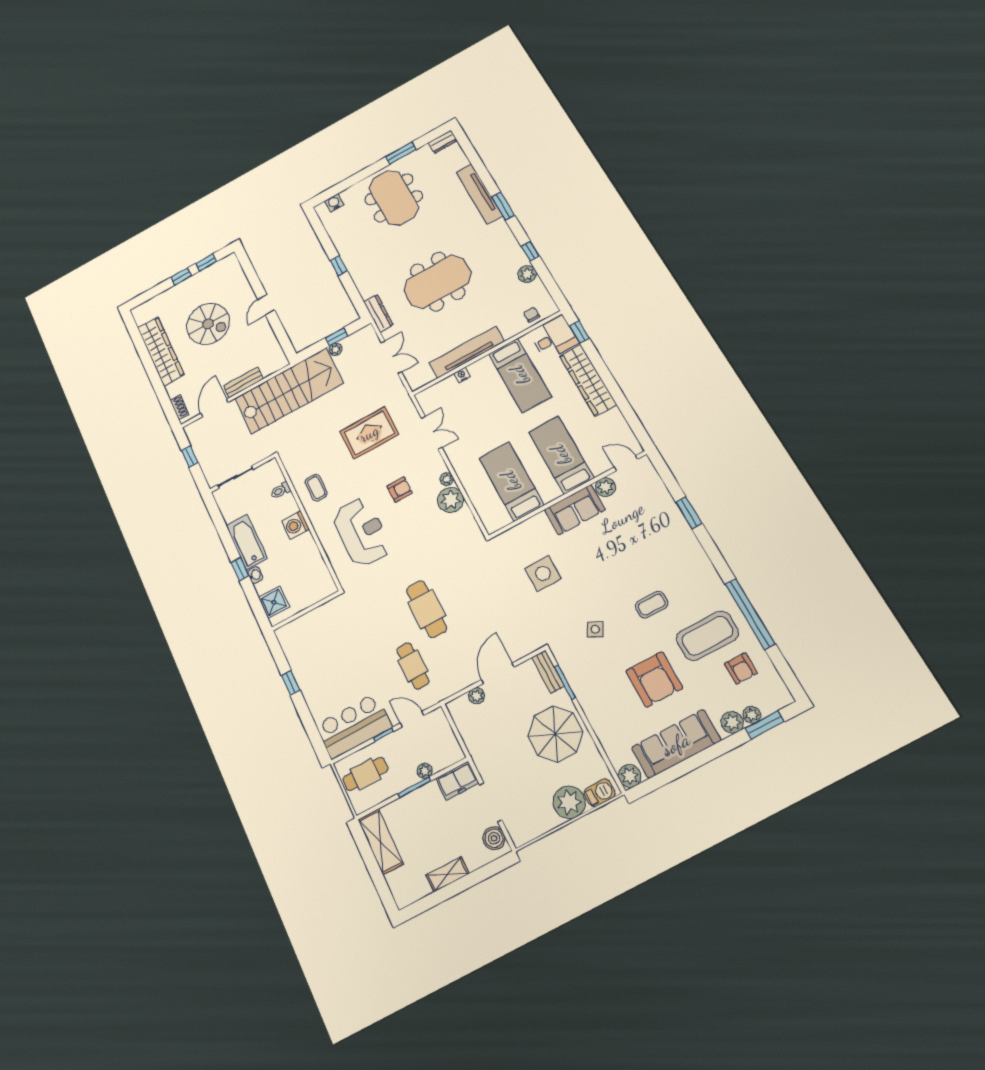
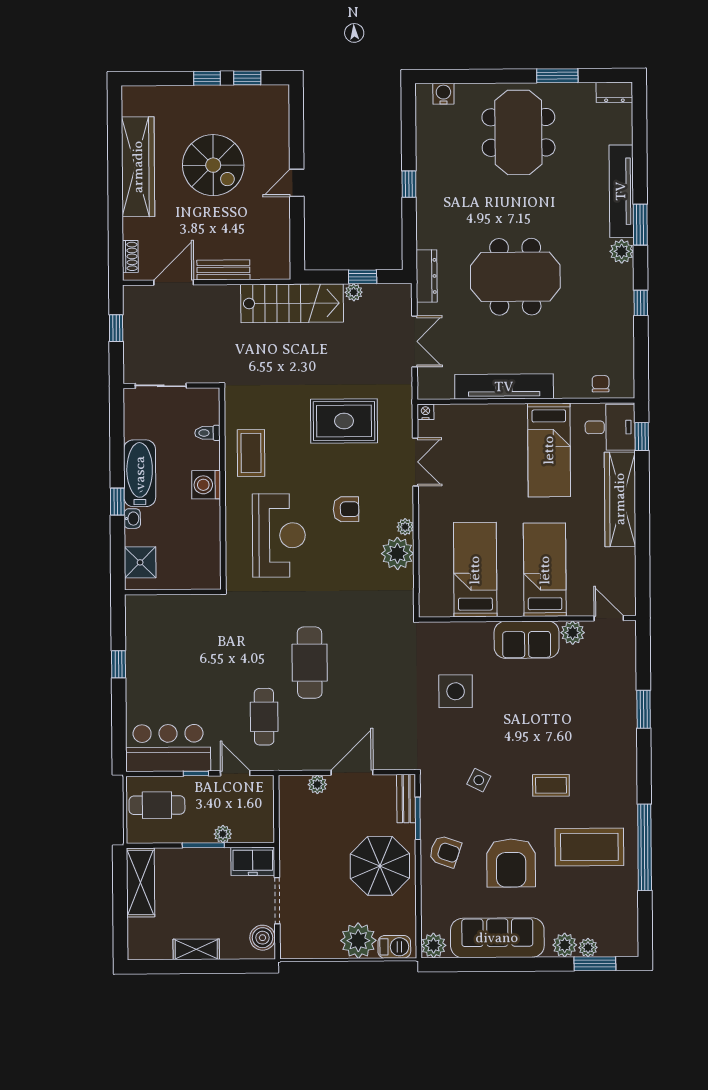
plant: (527, 274) -> (622, 251), moved
nightstand: (462, 375) -> (425, 412), moved
stairs: (289, 391) -> (292, 303), width x0.73, depth x0.66
coffee table: (316, 488) -> (251, 453), width x1.36, depth x1.30
armchair: (741, 668) -> (445, 851), moved, turned -71

